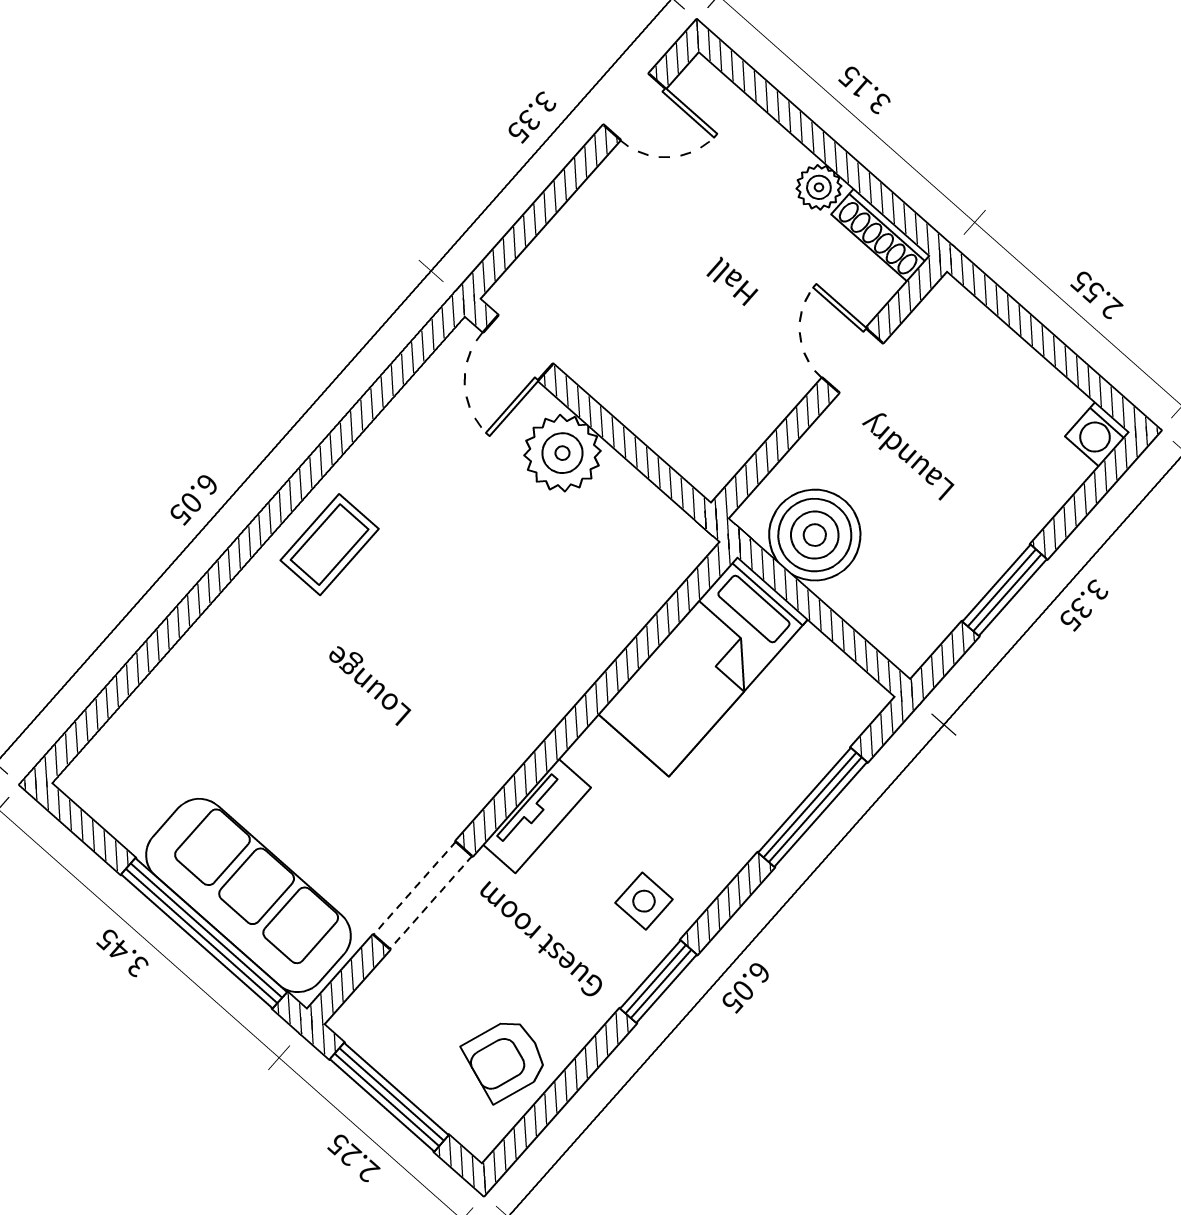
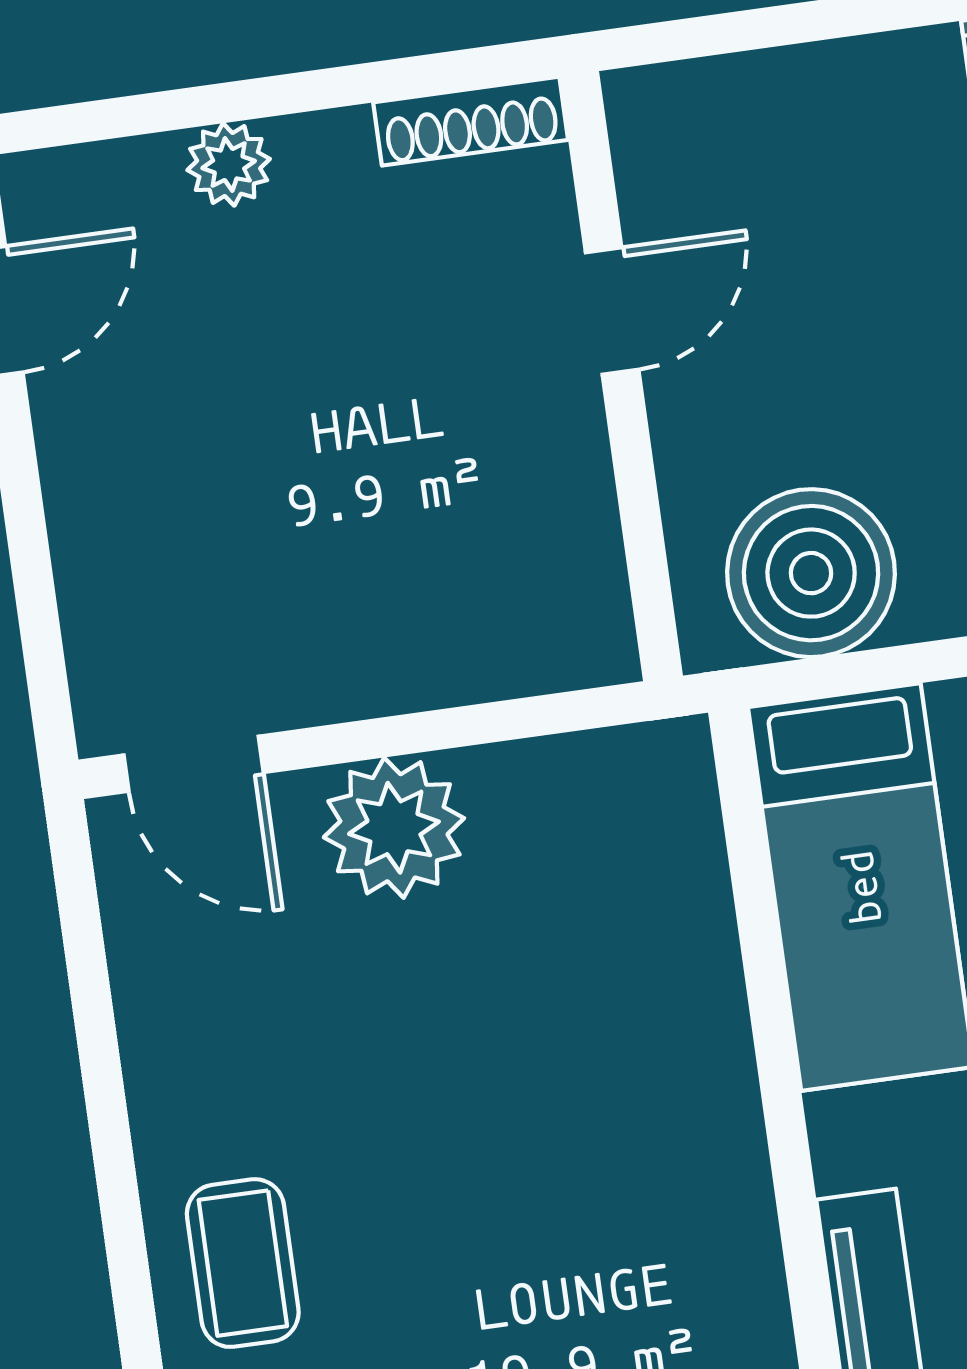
plant: (819, 187) -> (229, 164), moved
door: (853, 360) -> (612, 311), swing flipped

